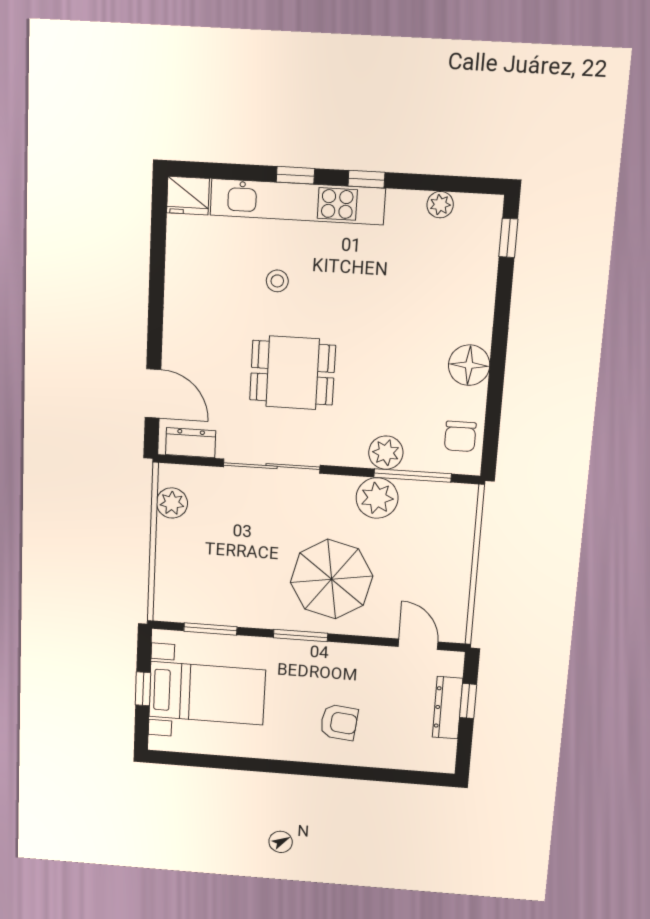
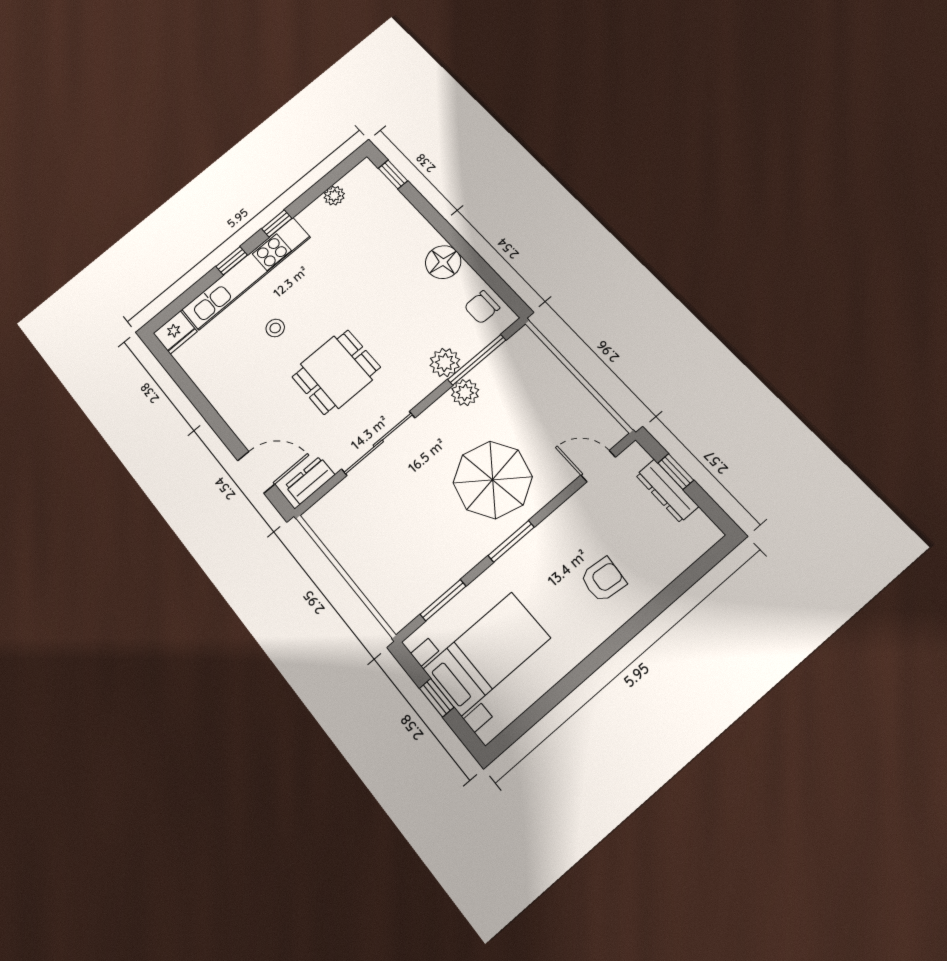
chair: (460, 436) -> (482, 307), turned 90
plant: (377, 498) -> (465, 393), width x0.73, depth x0.73
plant: (172, 503) -> (334, 534), removed

